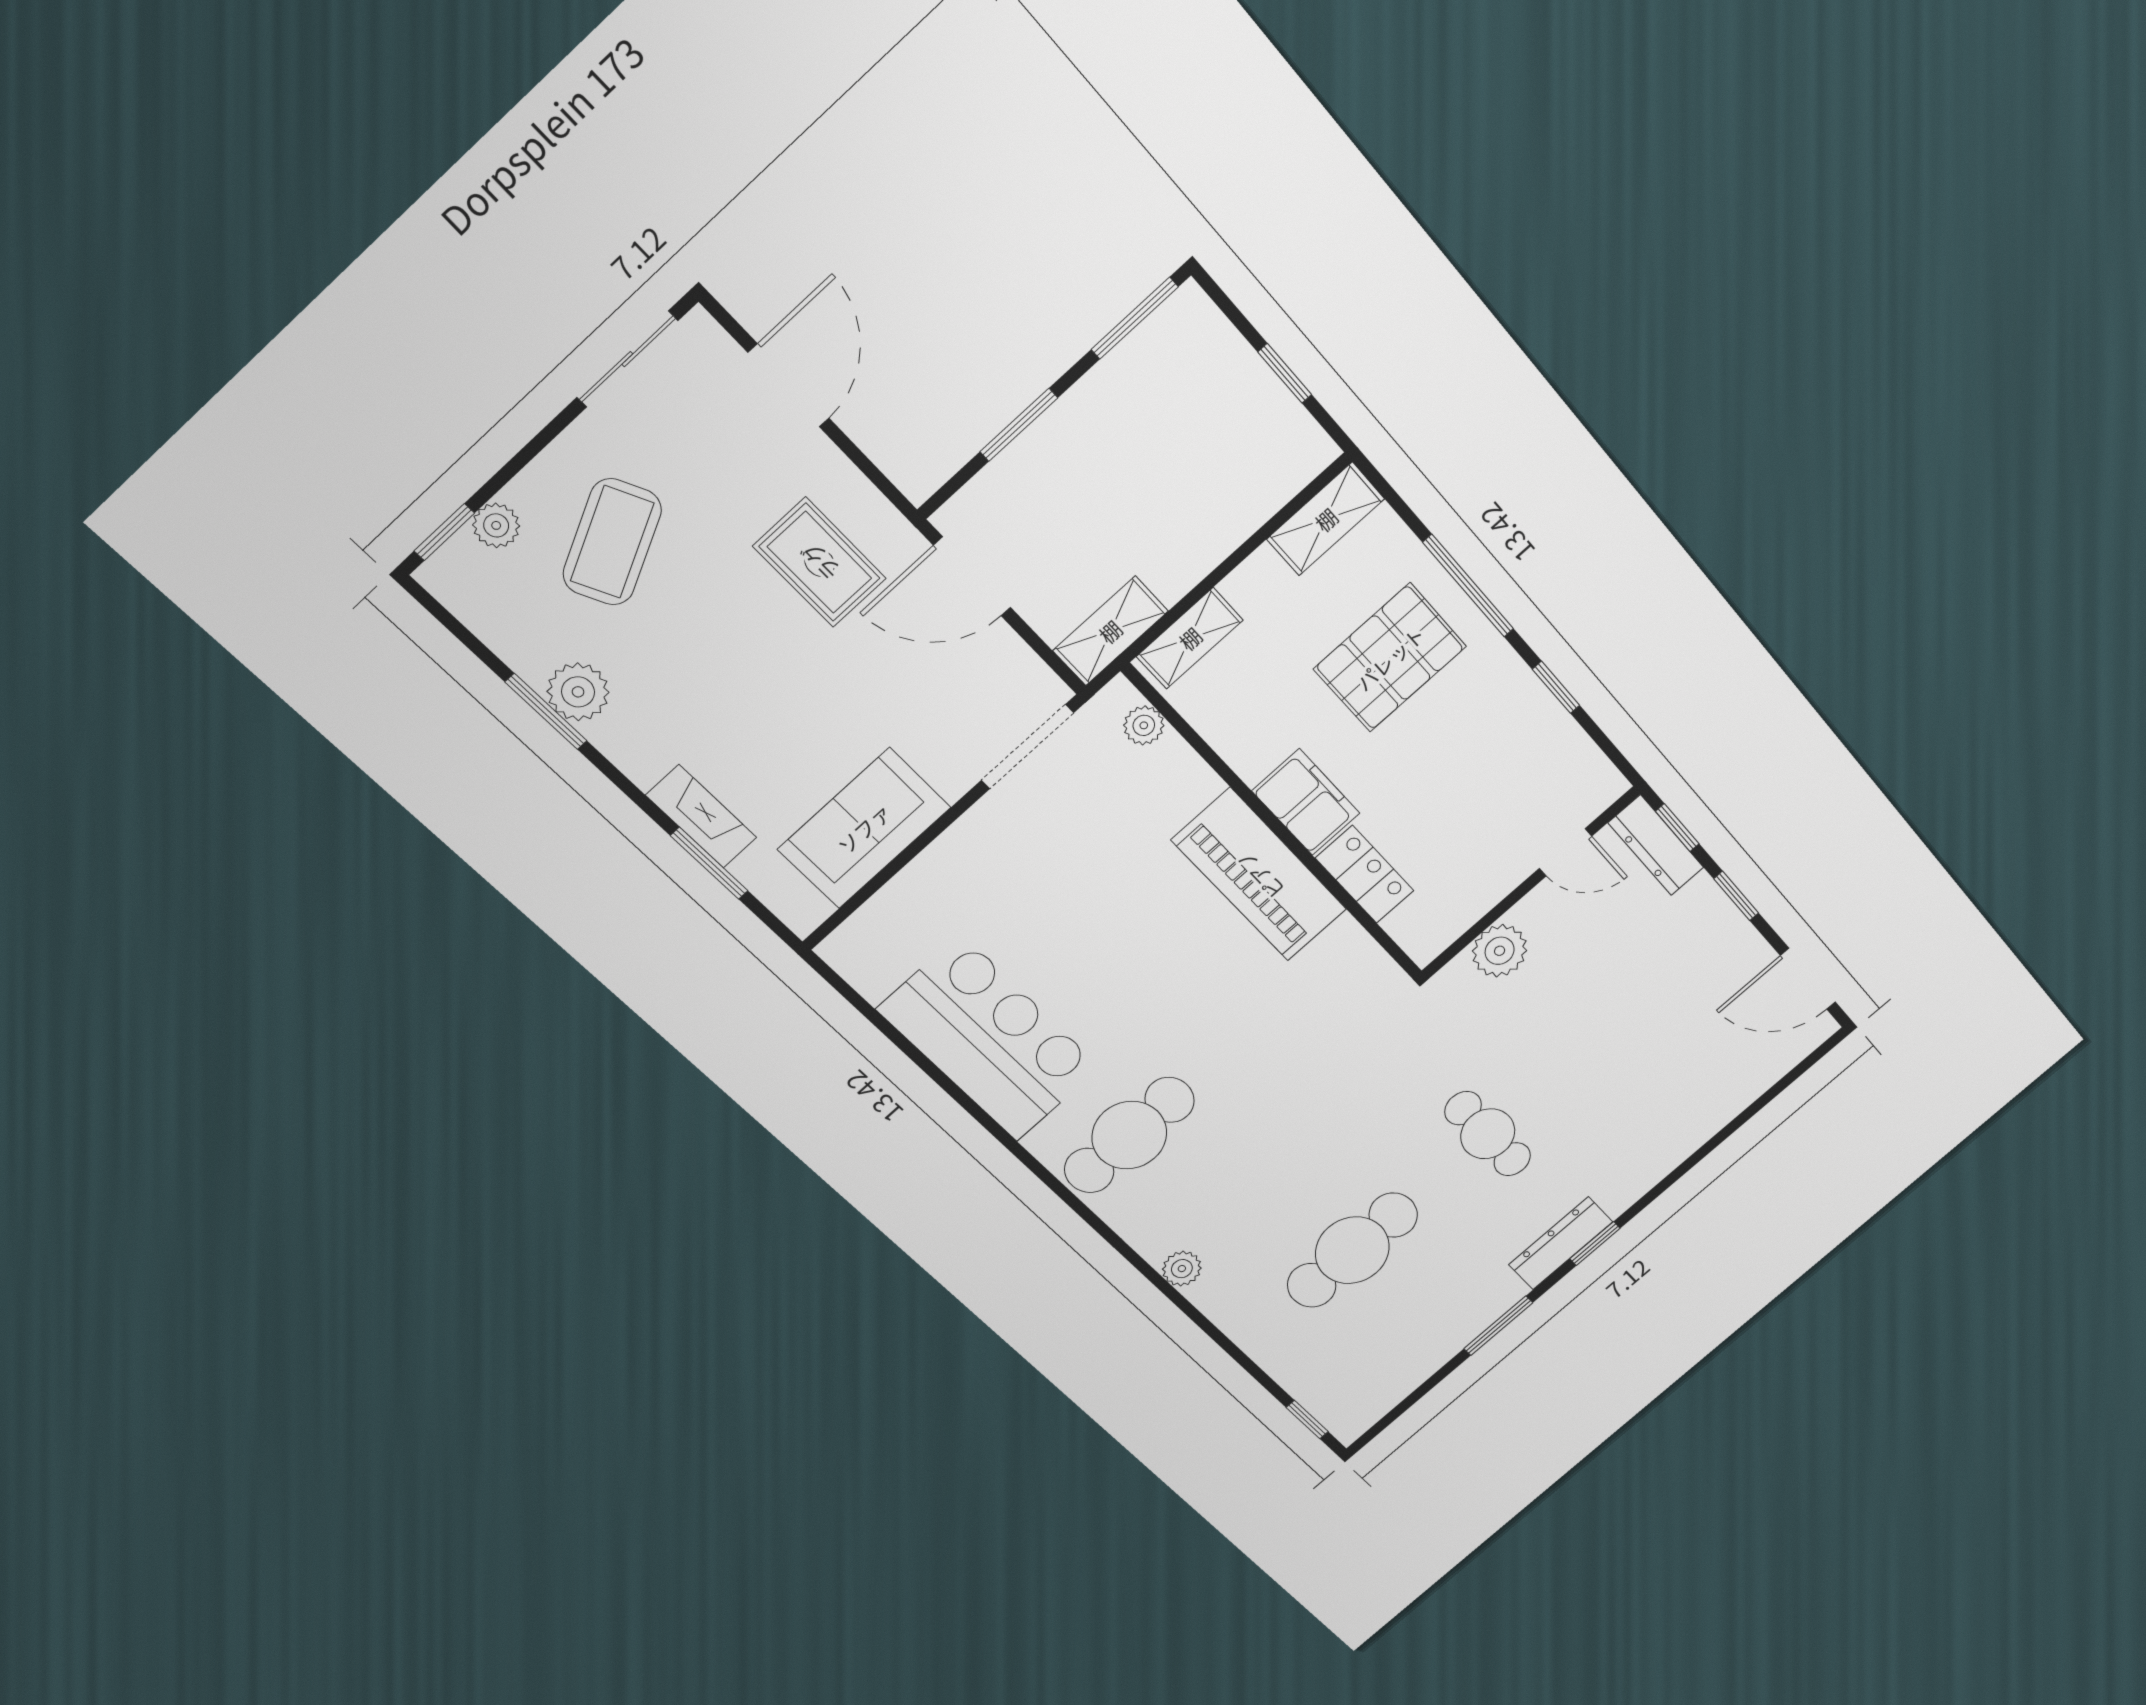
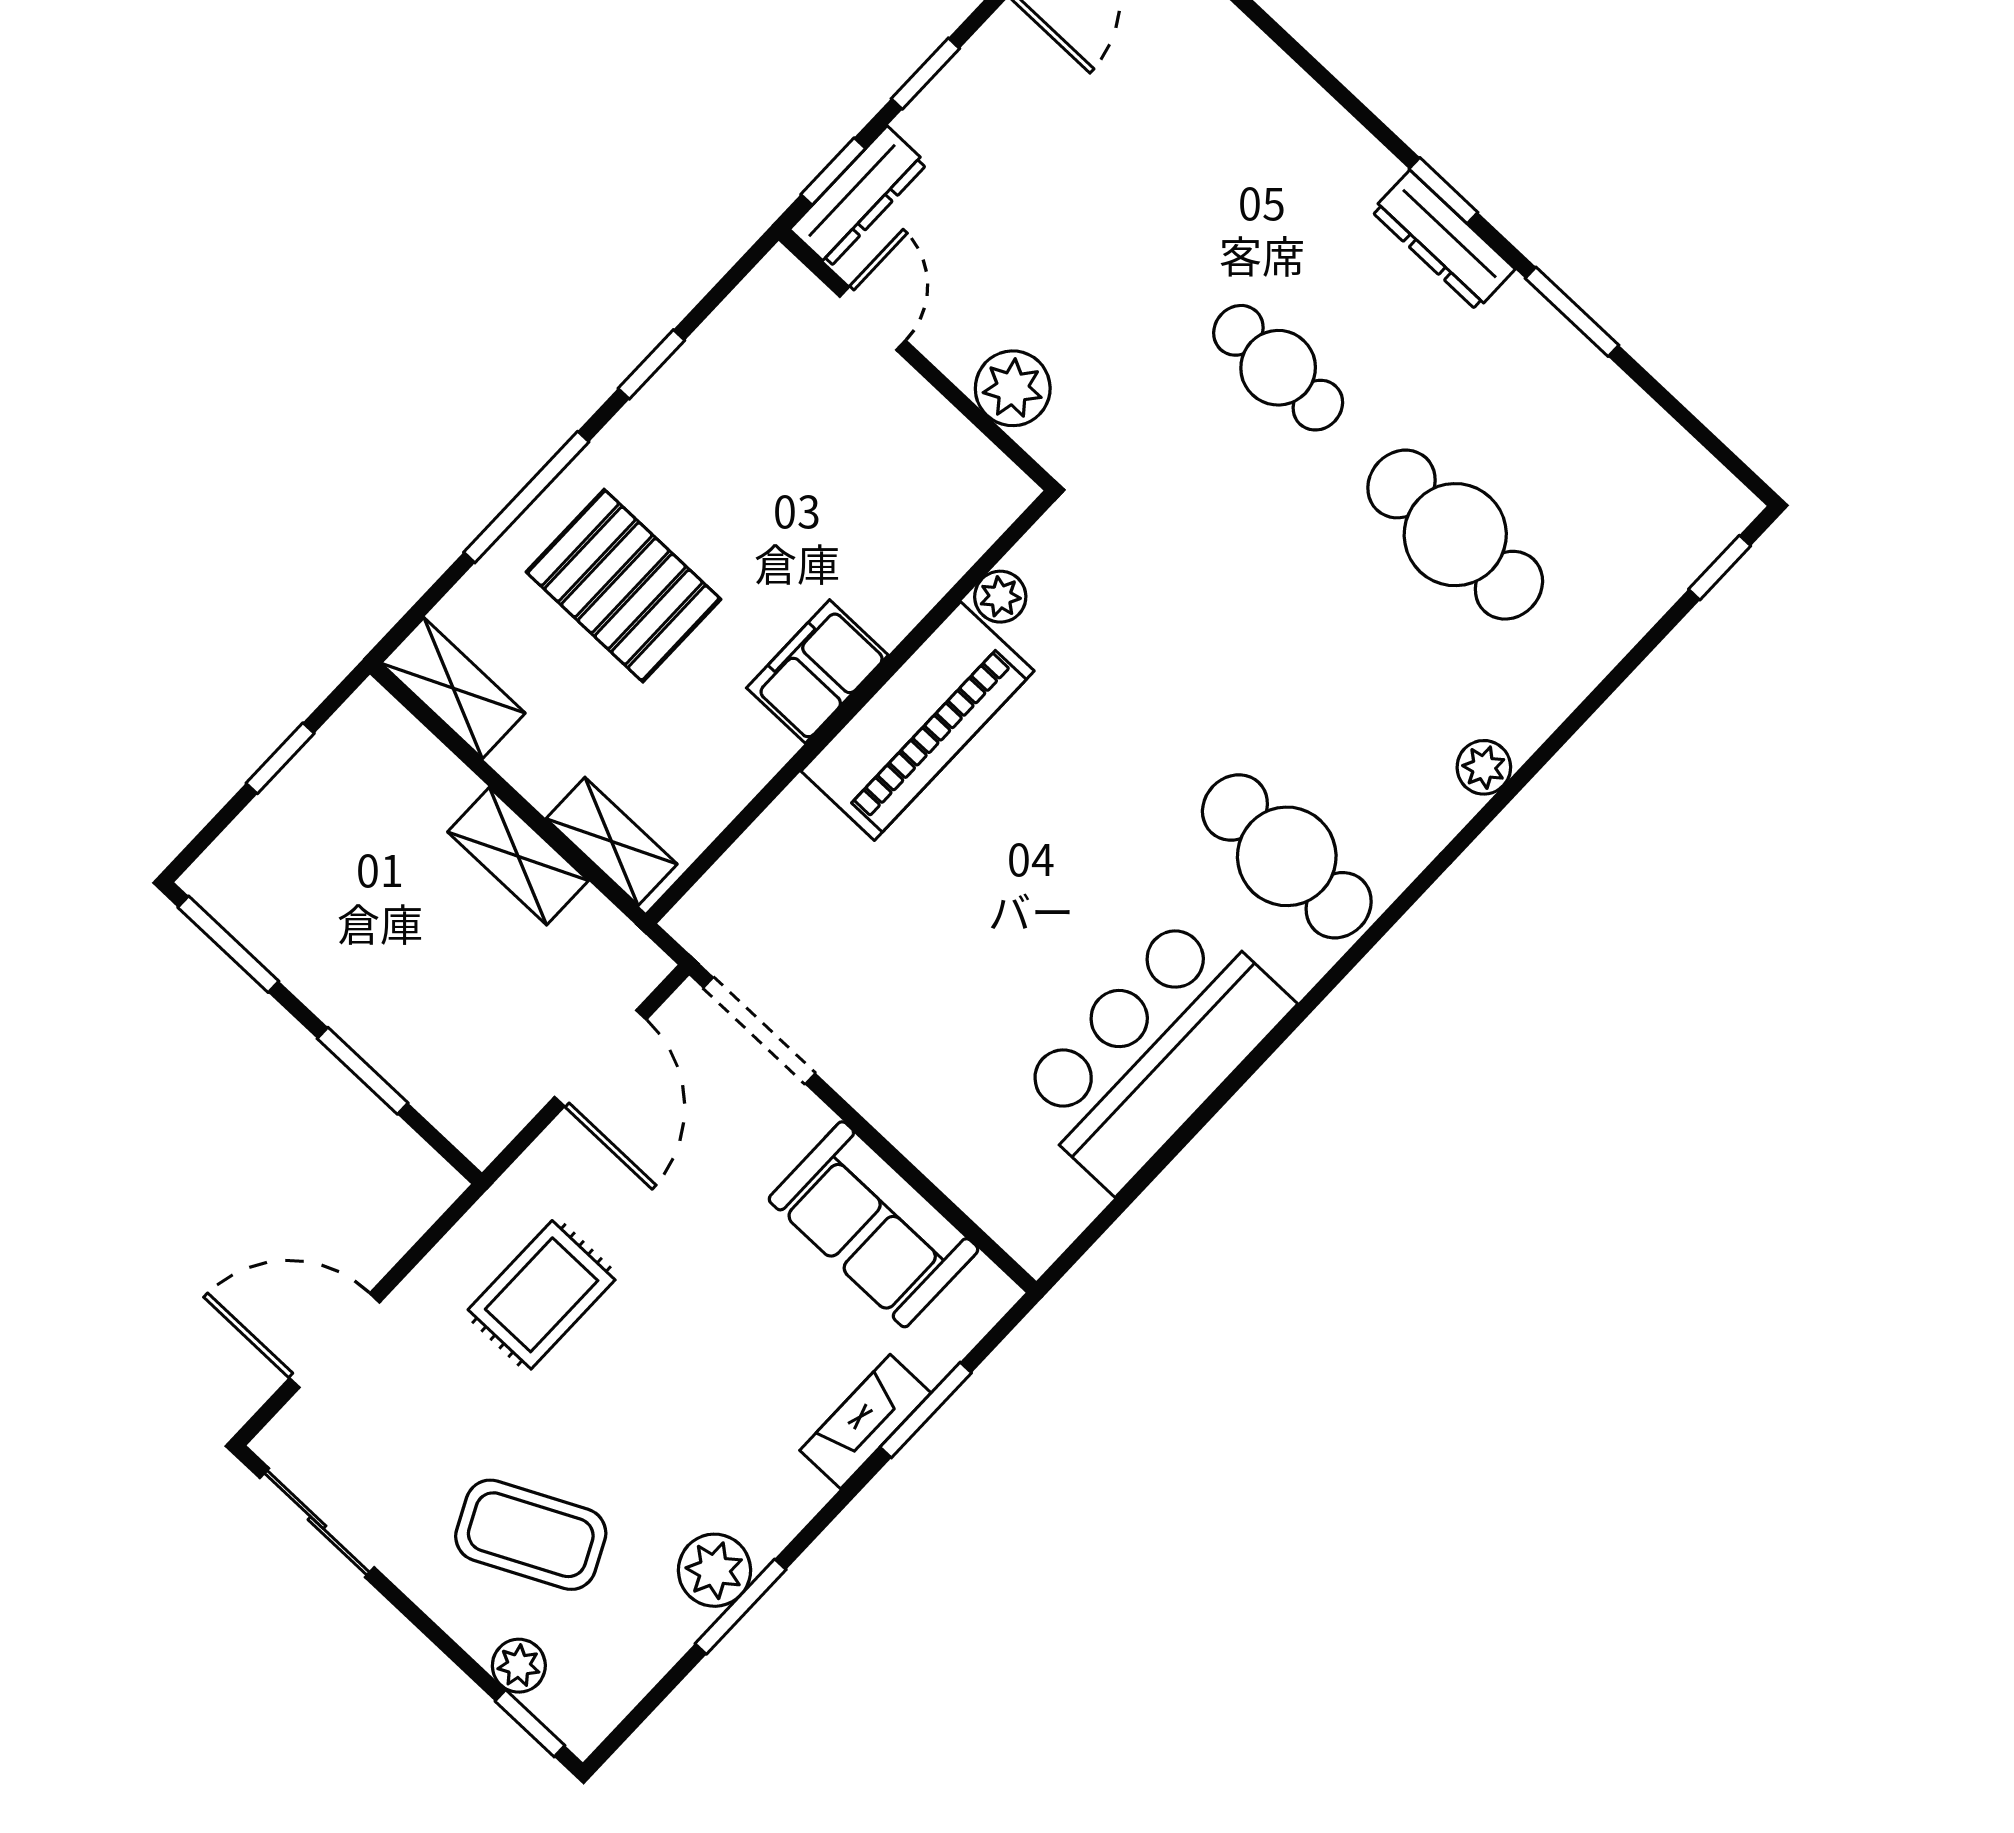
door: (972, 576) -> (600, 1058), moved
shelving: (1110, 631) -> (518, 856), moved
plant: (1144, 725) -> (1000, 597), moved
locker: (1365, 874) -> (912, 583), removed
cafe table: (1488, 1134) -> (1278, 368), turned 90

